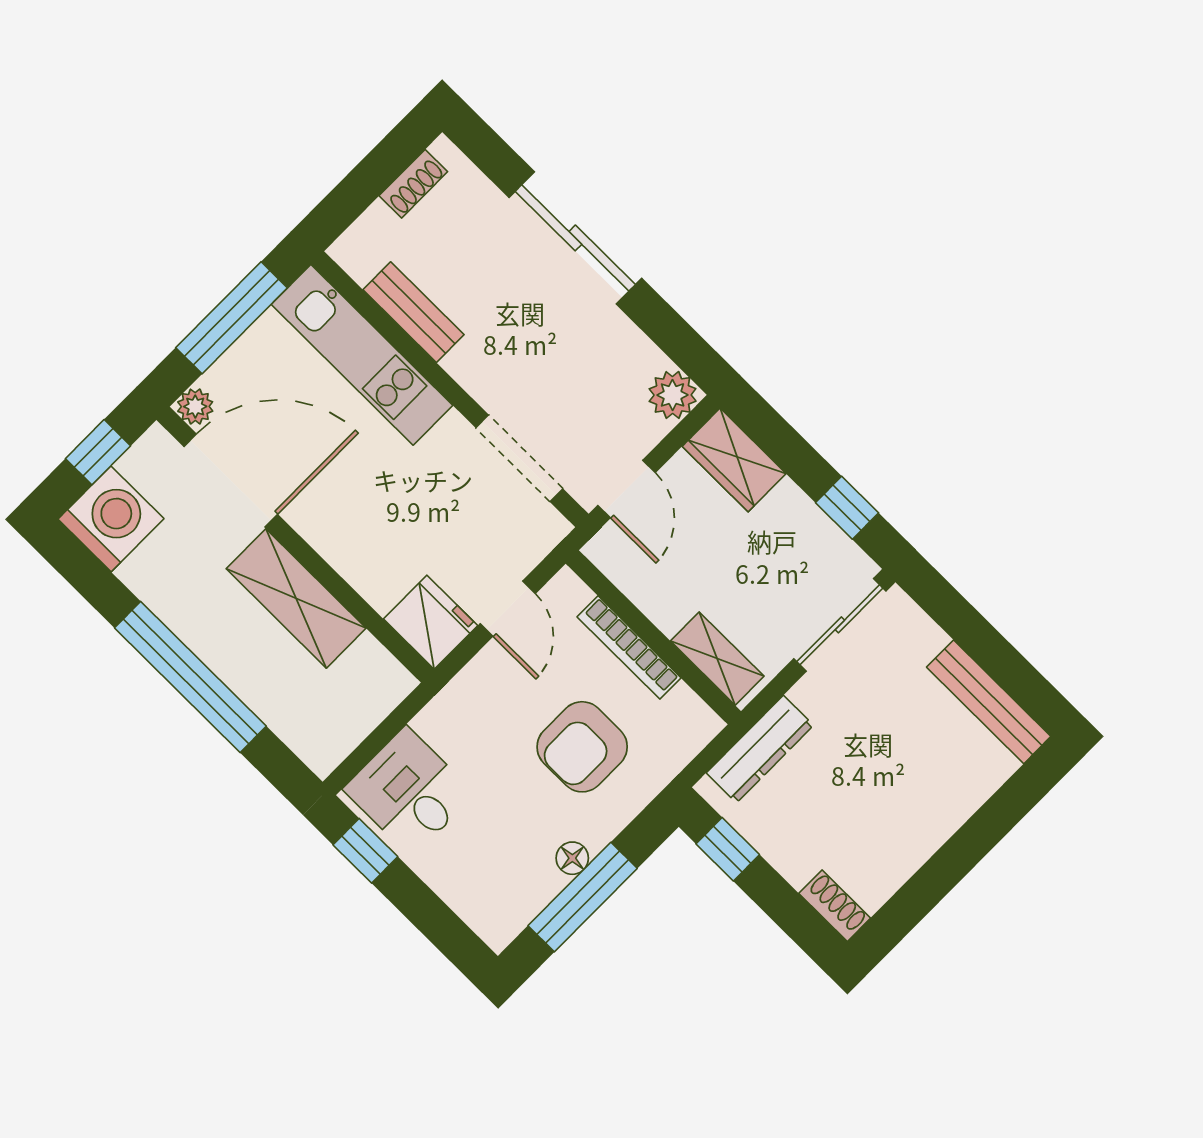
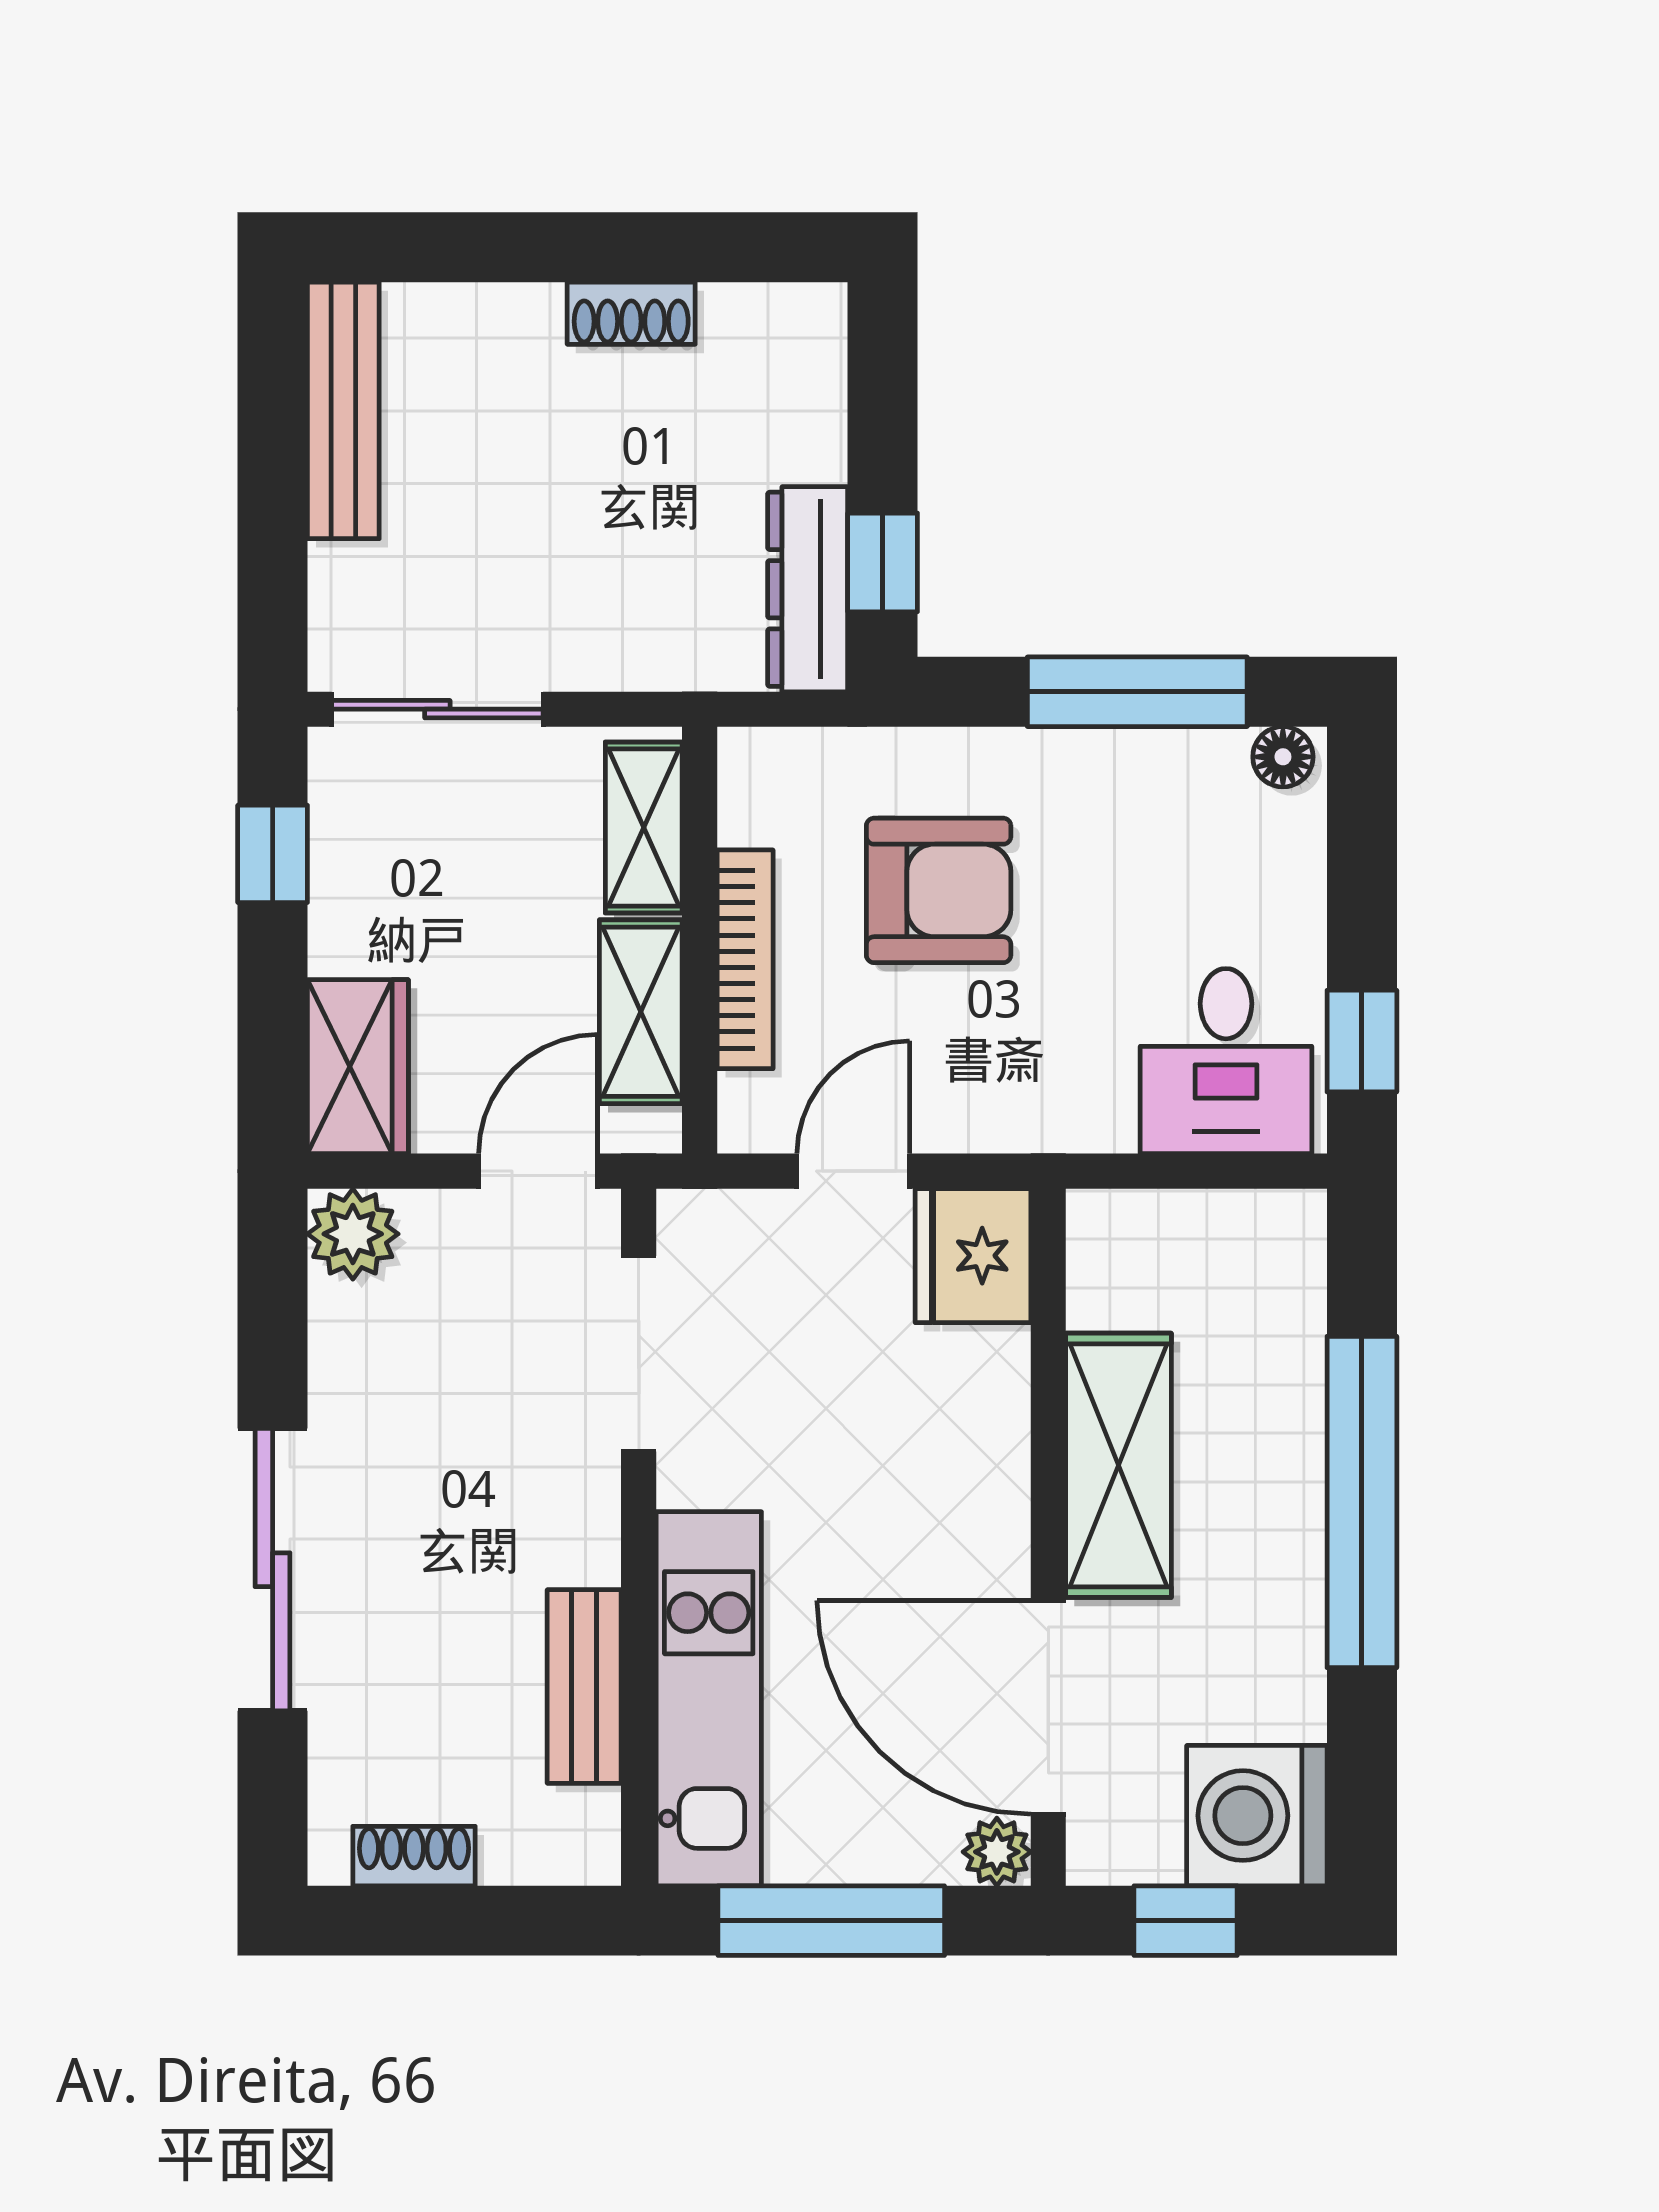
shelving: (648, 588) -> (641, 1012), added
dresser: (760, 749) -> (808, 589), moved, turned -90
floor lamp: (572, 858) -> (1283, 757), moved
shoe rack: (835, 906) -> (631, 313), moved, turned -90

